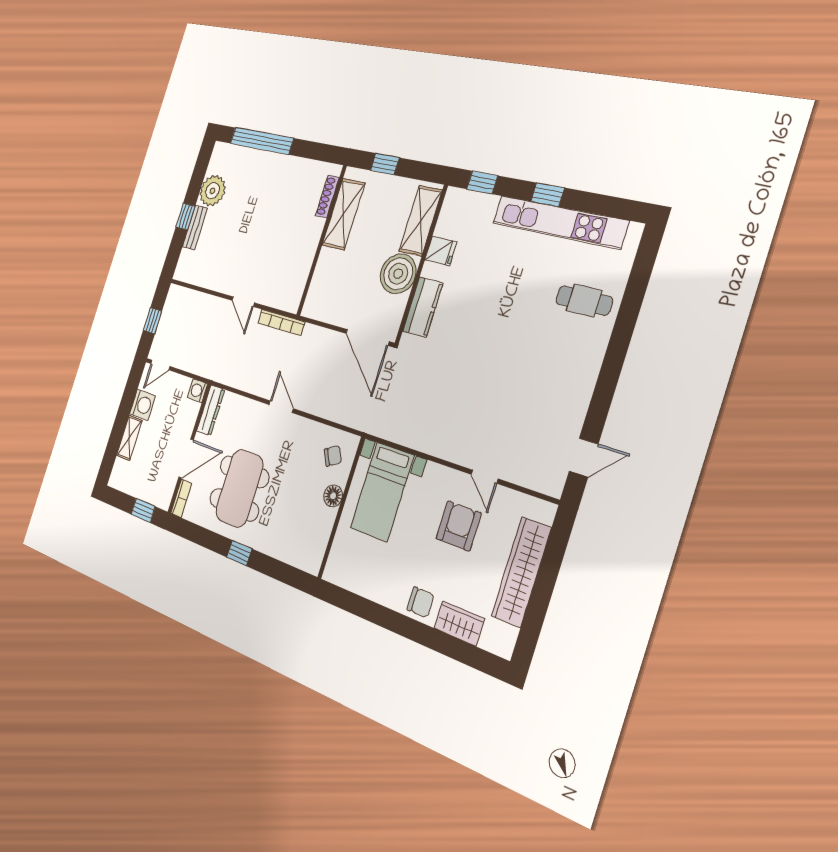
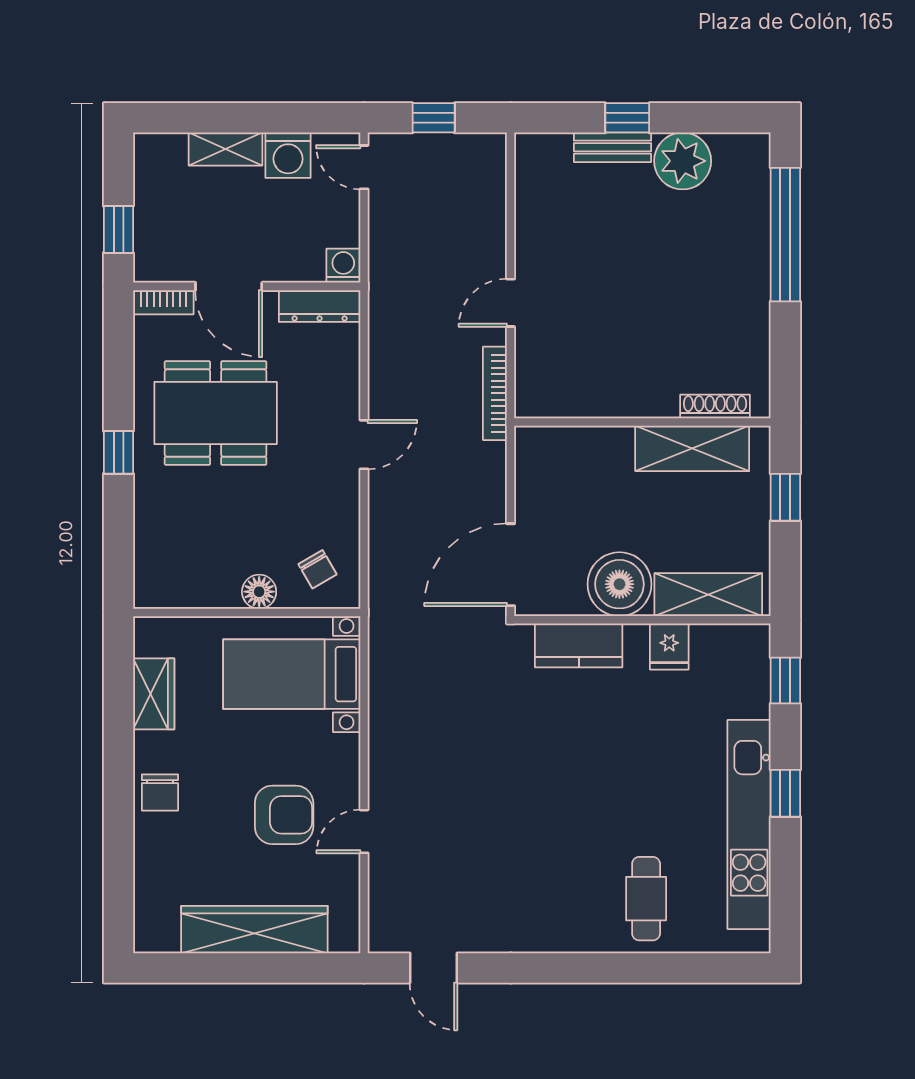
wardrobe: (459, 623) -> (154, 694), moved

